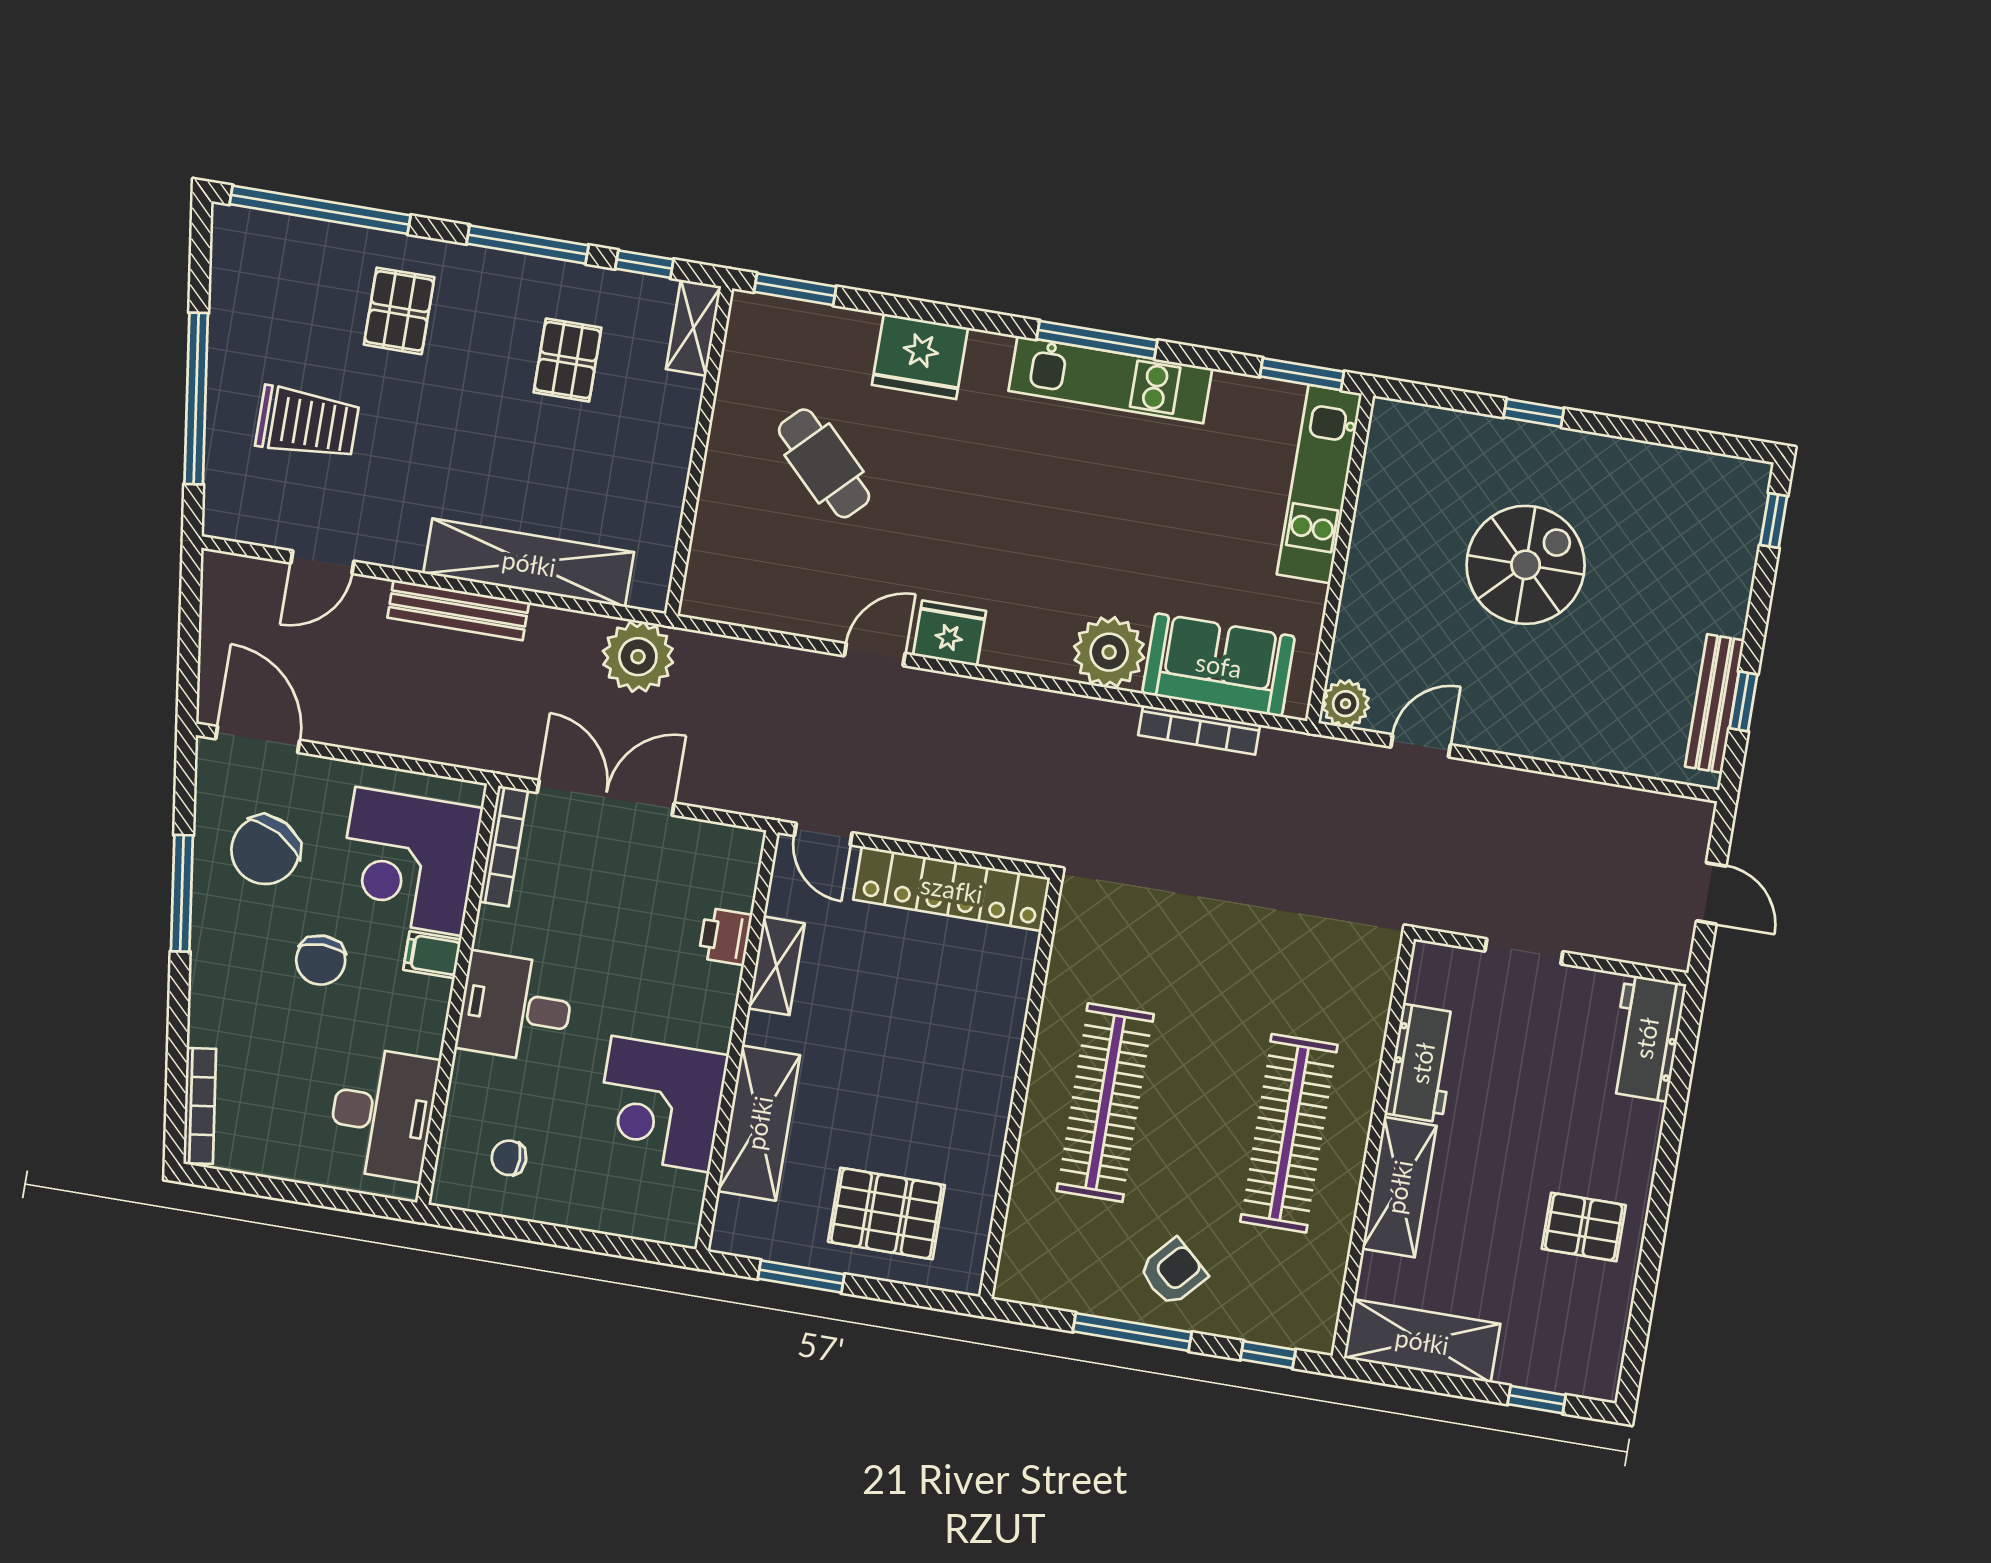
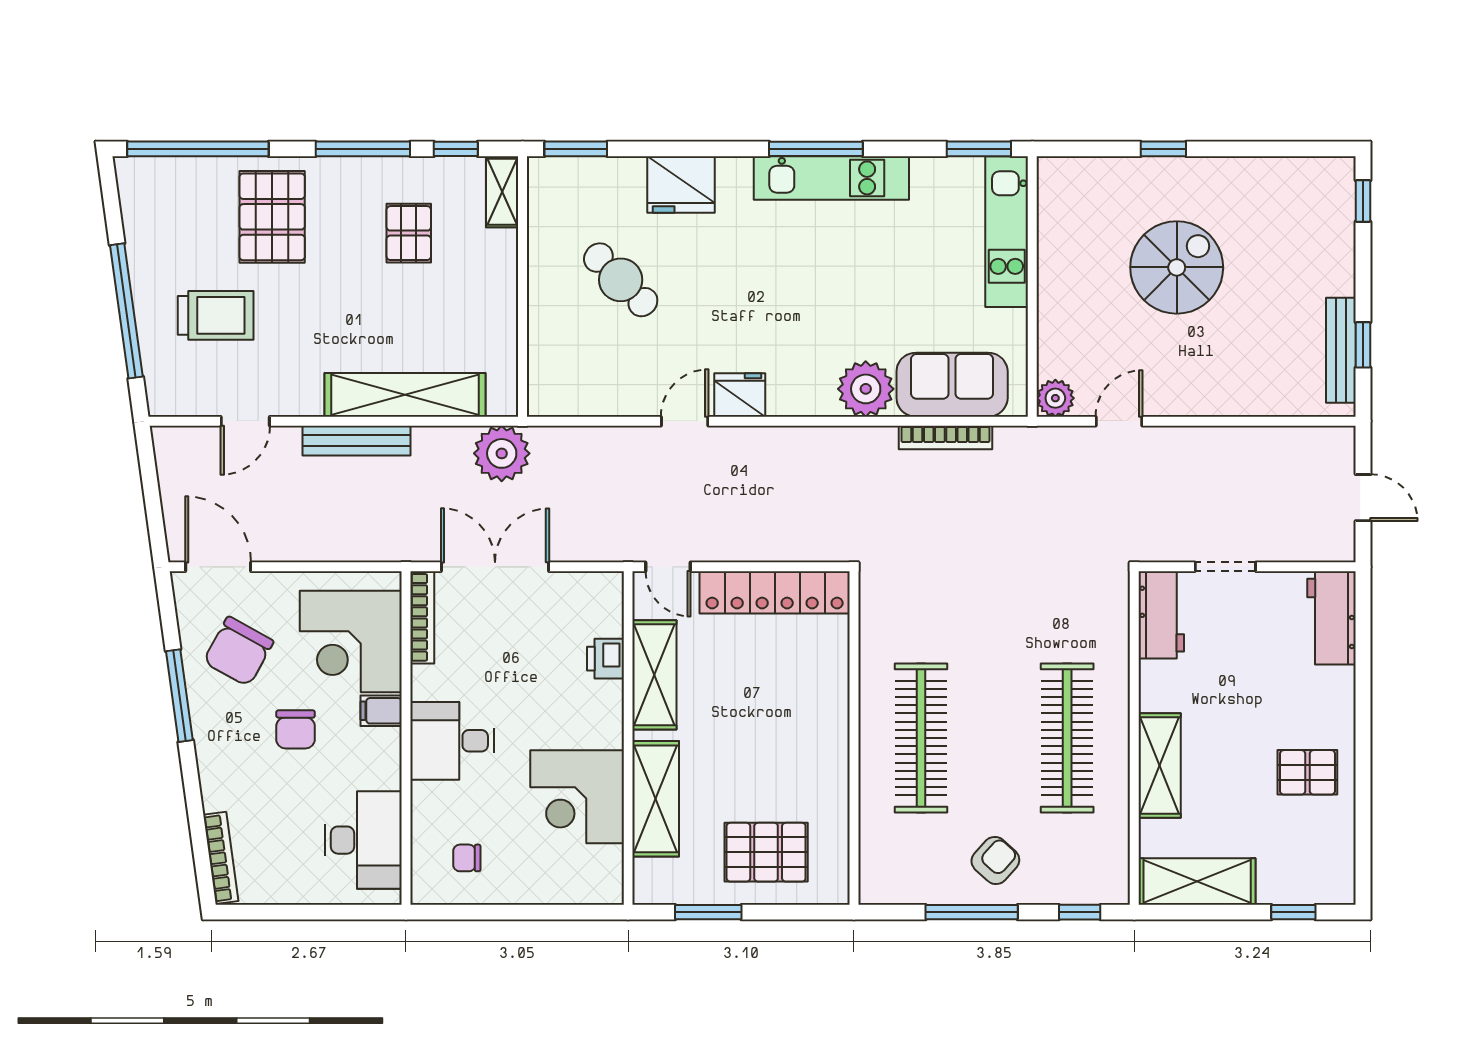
pallet: (399, 311) -> (272, 217), width x1.50, depth x1.42
shelving: (776, 966) -> (654, 675), width x1.50, depth x1.33
workbench: (1422, 1063) -> (1161, 615), moved

